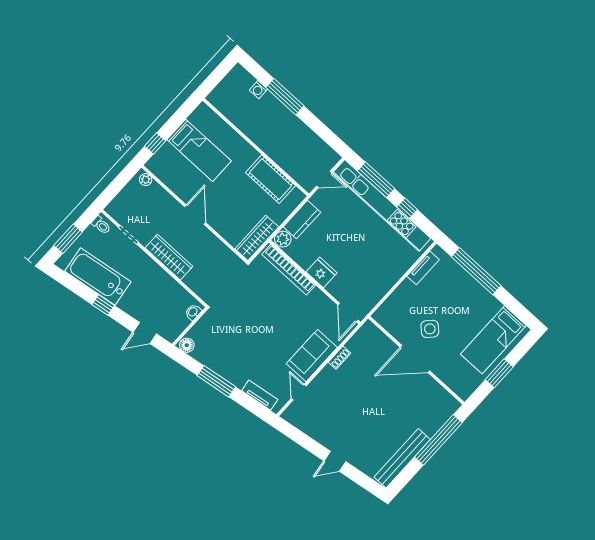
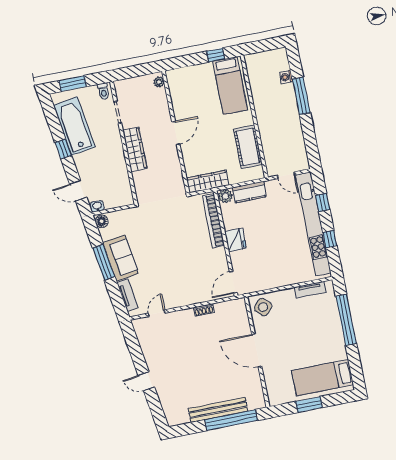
window: (155, 144) -> (216, 55), moved
bed: (199, 150) -> (230, 86), moved
window: (376, 180) -> (323, 202), width x0.46
washbasin: (193, 312) -> (97, 206), moved
side table: (430, 329) -> (263, 307), moved
sofa: (312, 356) -> (121, 258), moved, turned 82
bench: (402, 458) -> (218, 410), moved

